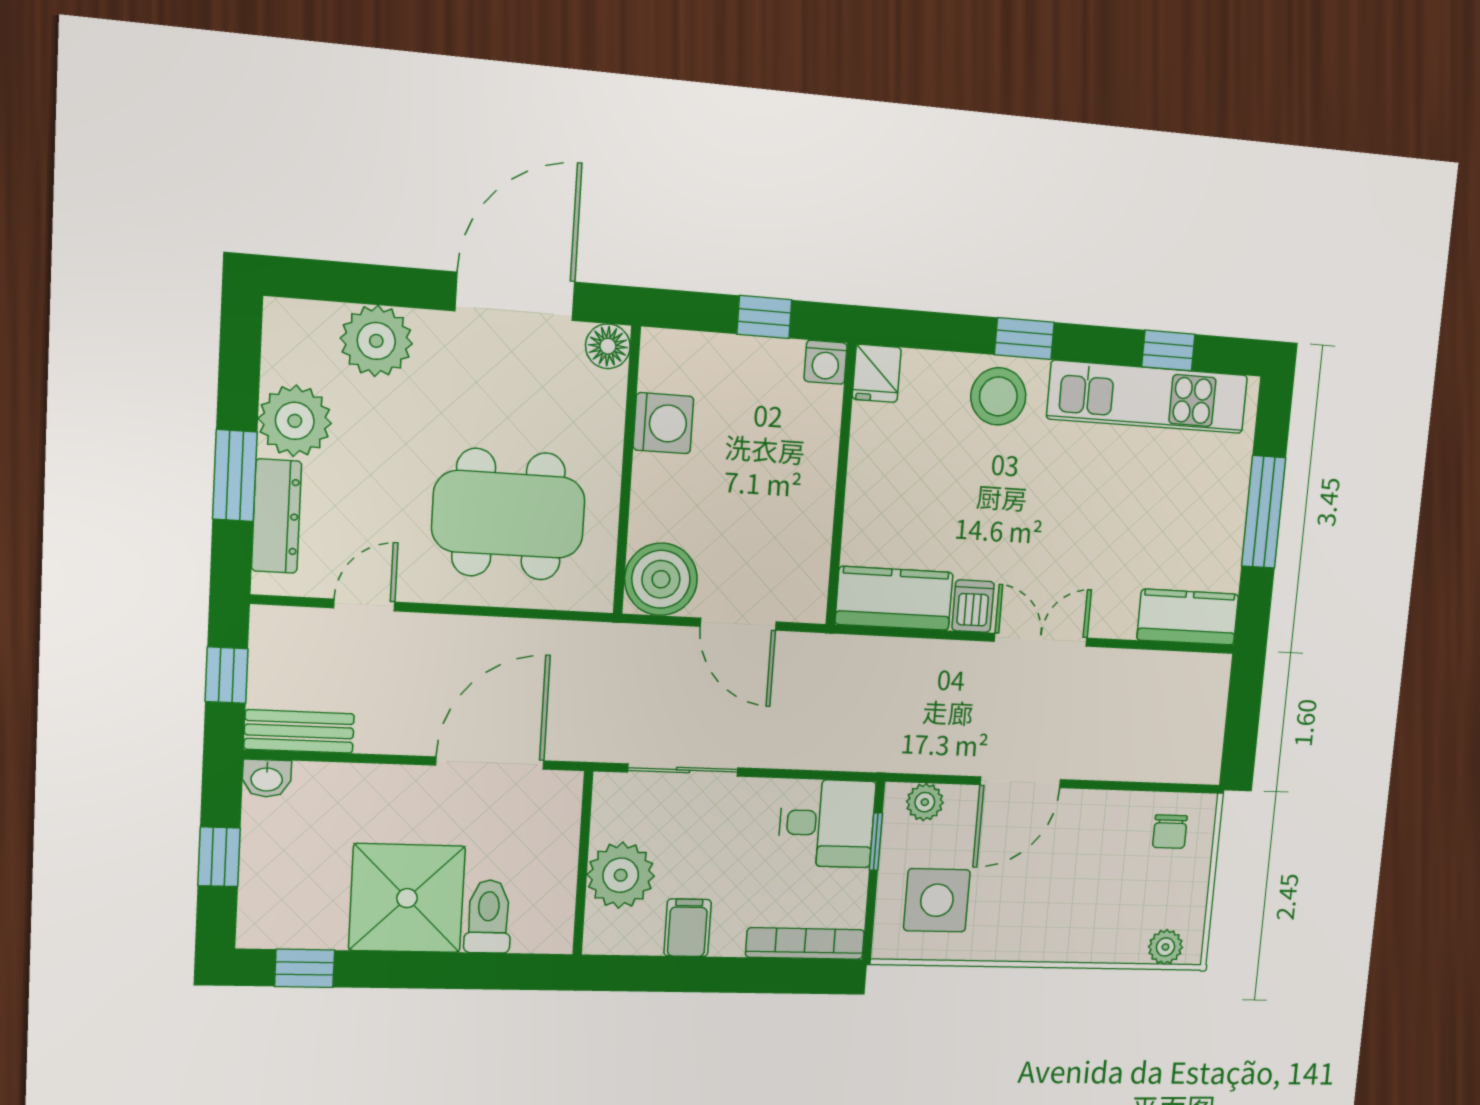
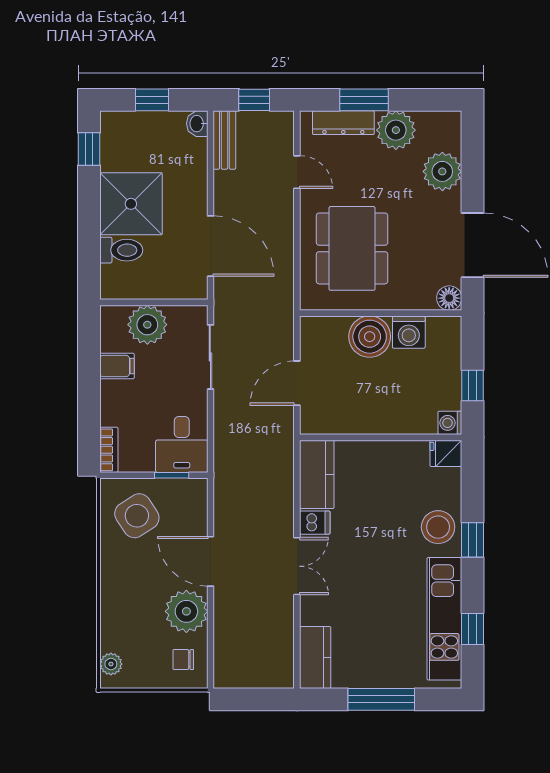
boiler: (661, 579) -> (370, 337), moved
plant: (925, 802) -> (186, 611), moved, width x1.88, depth x1.88
side table: (937, 900) -> (137, 516), turned -33
bookcase: (805, 943) -> (109, 450), width x0.64

